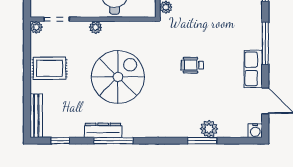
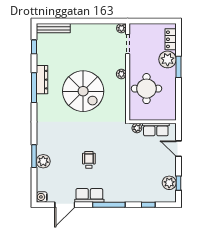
wheelchair: (192, 65) -> (89, 160), moved
rug: (50, 68) -> (90, 39), removed

